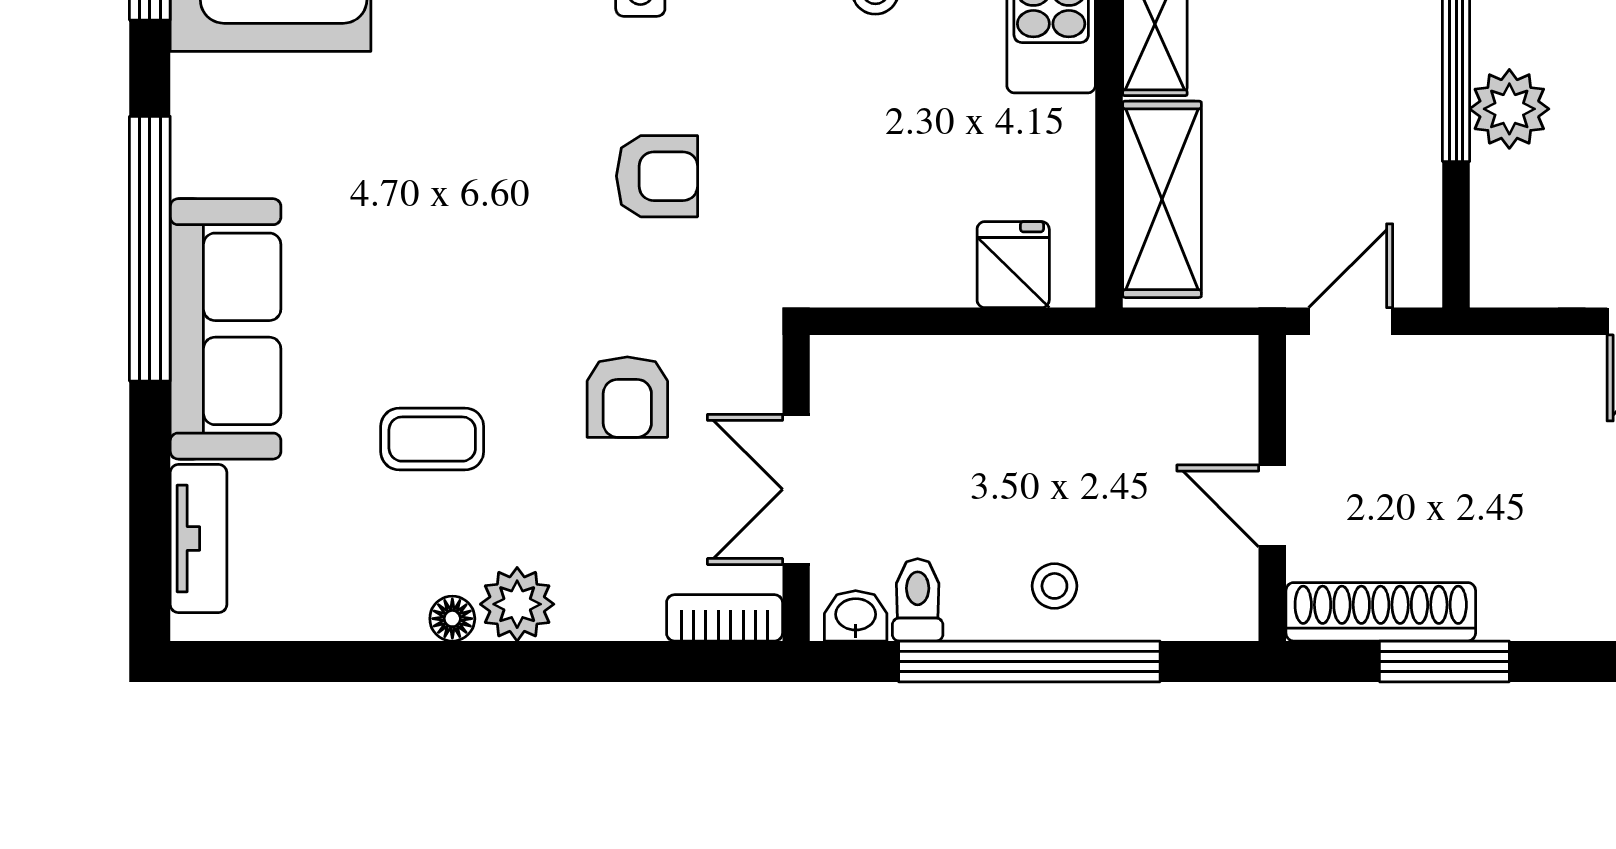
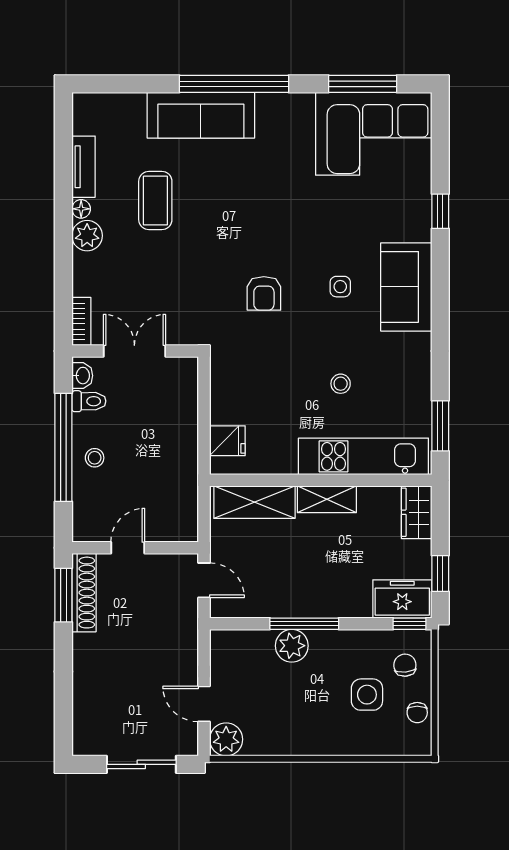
armchair: (627, 397) -> (173, 281), removed
coffee table: (432, 439) -> (155, 201), width x1.36, depth x1.30
tv unit: (199, 539) -> (84, 167), moved, turned -90
window: (1444, 661) -> (63, 595), moved

